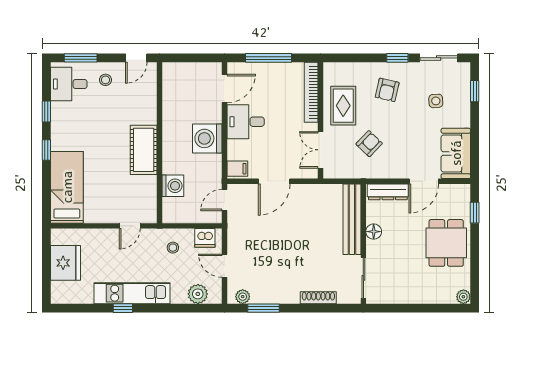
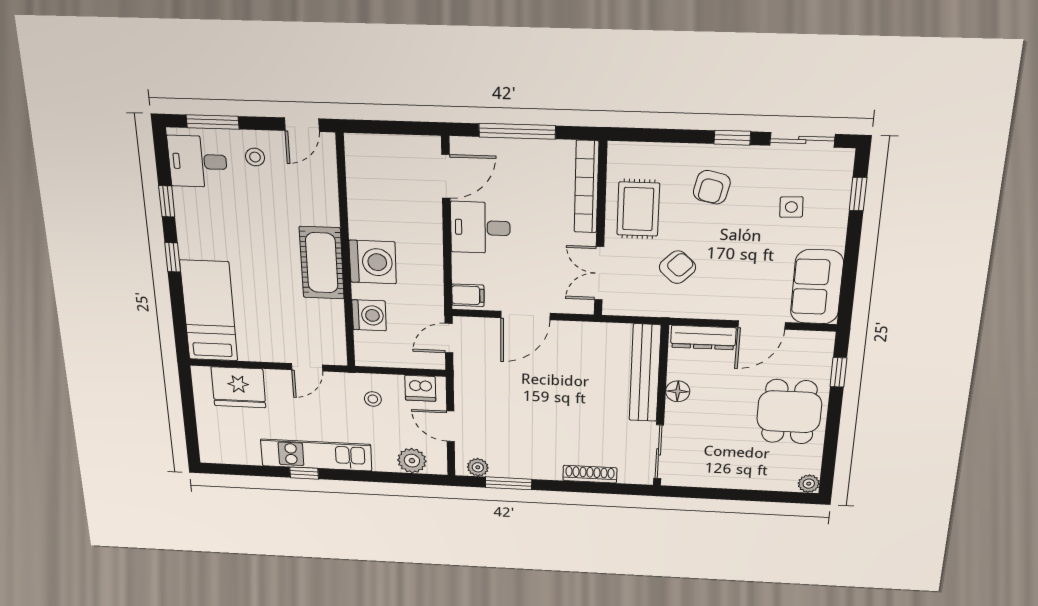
washing machine: (207, 138) -> (373, 262), moved, turned 180
fridge: (65, 263) -> (238, 387), moved, turned 90

